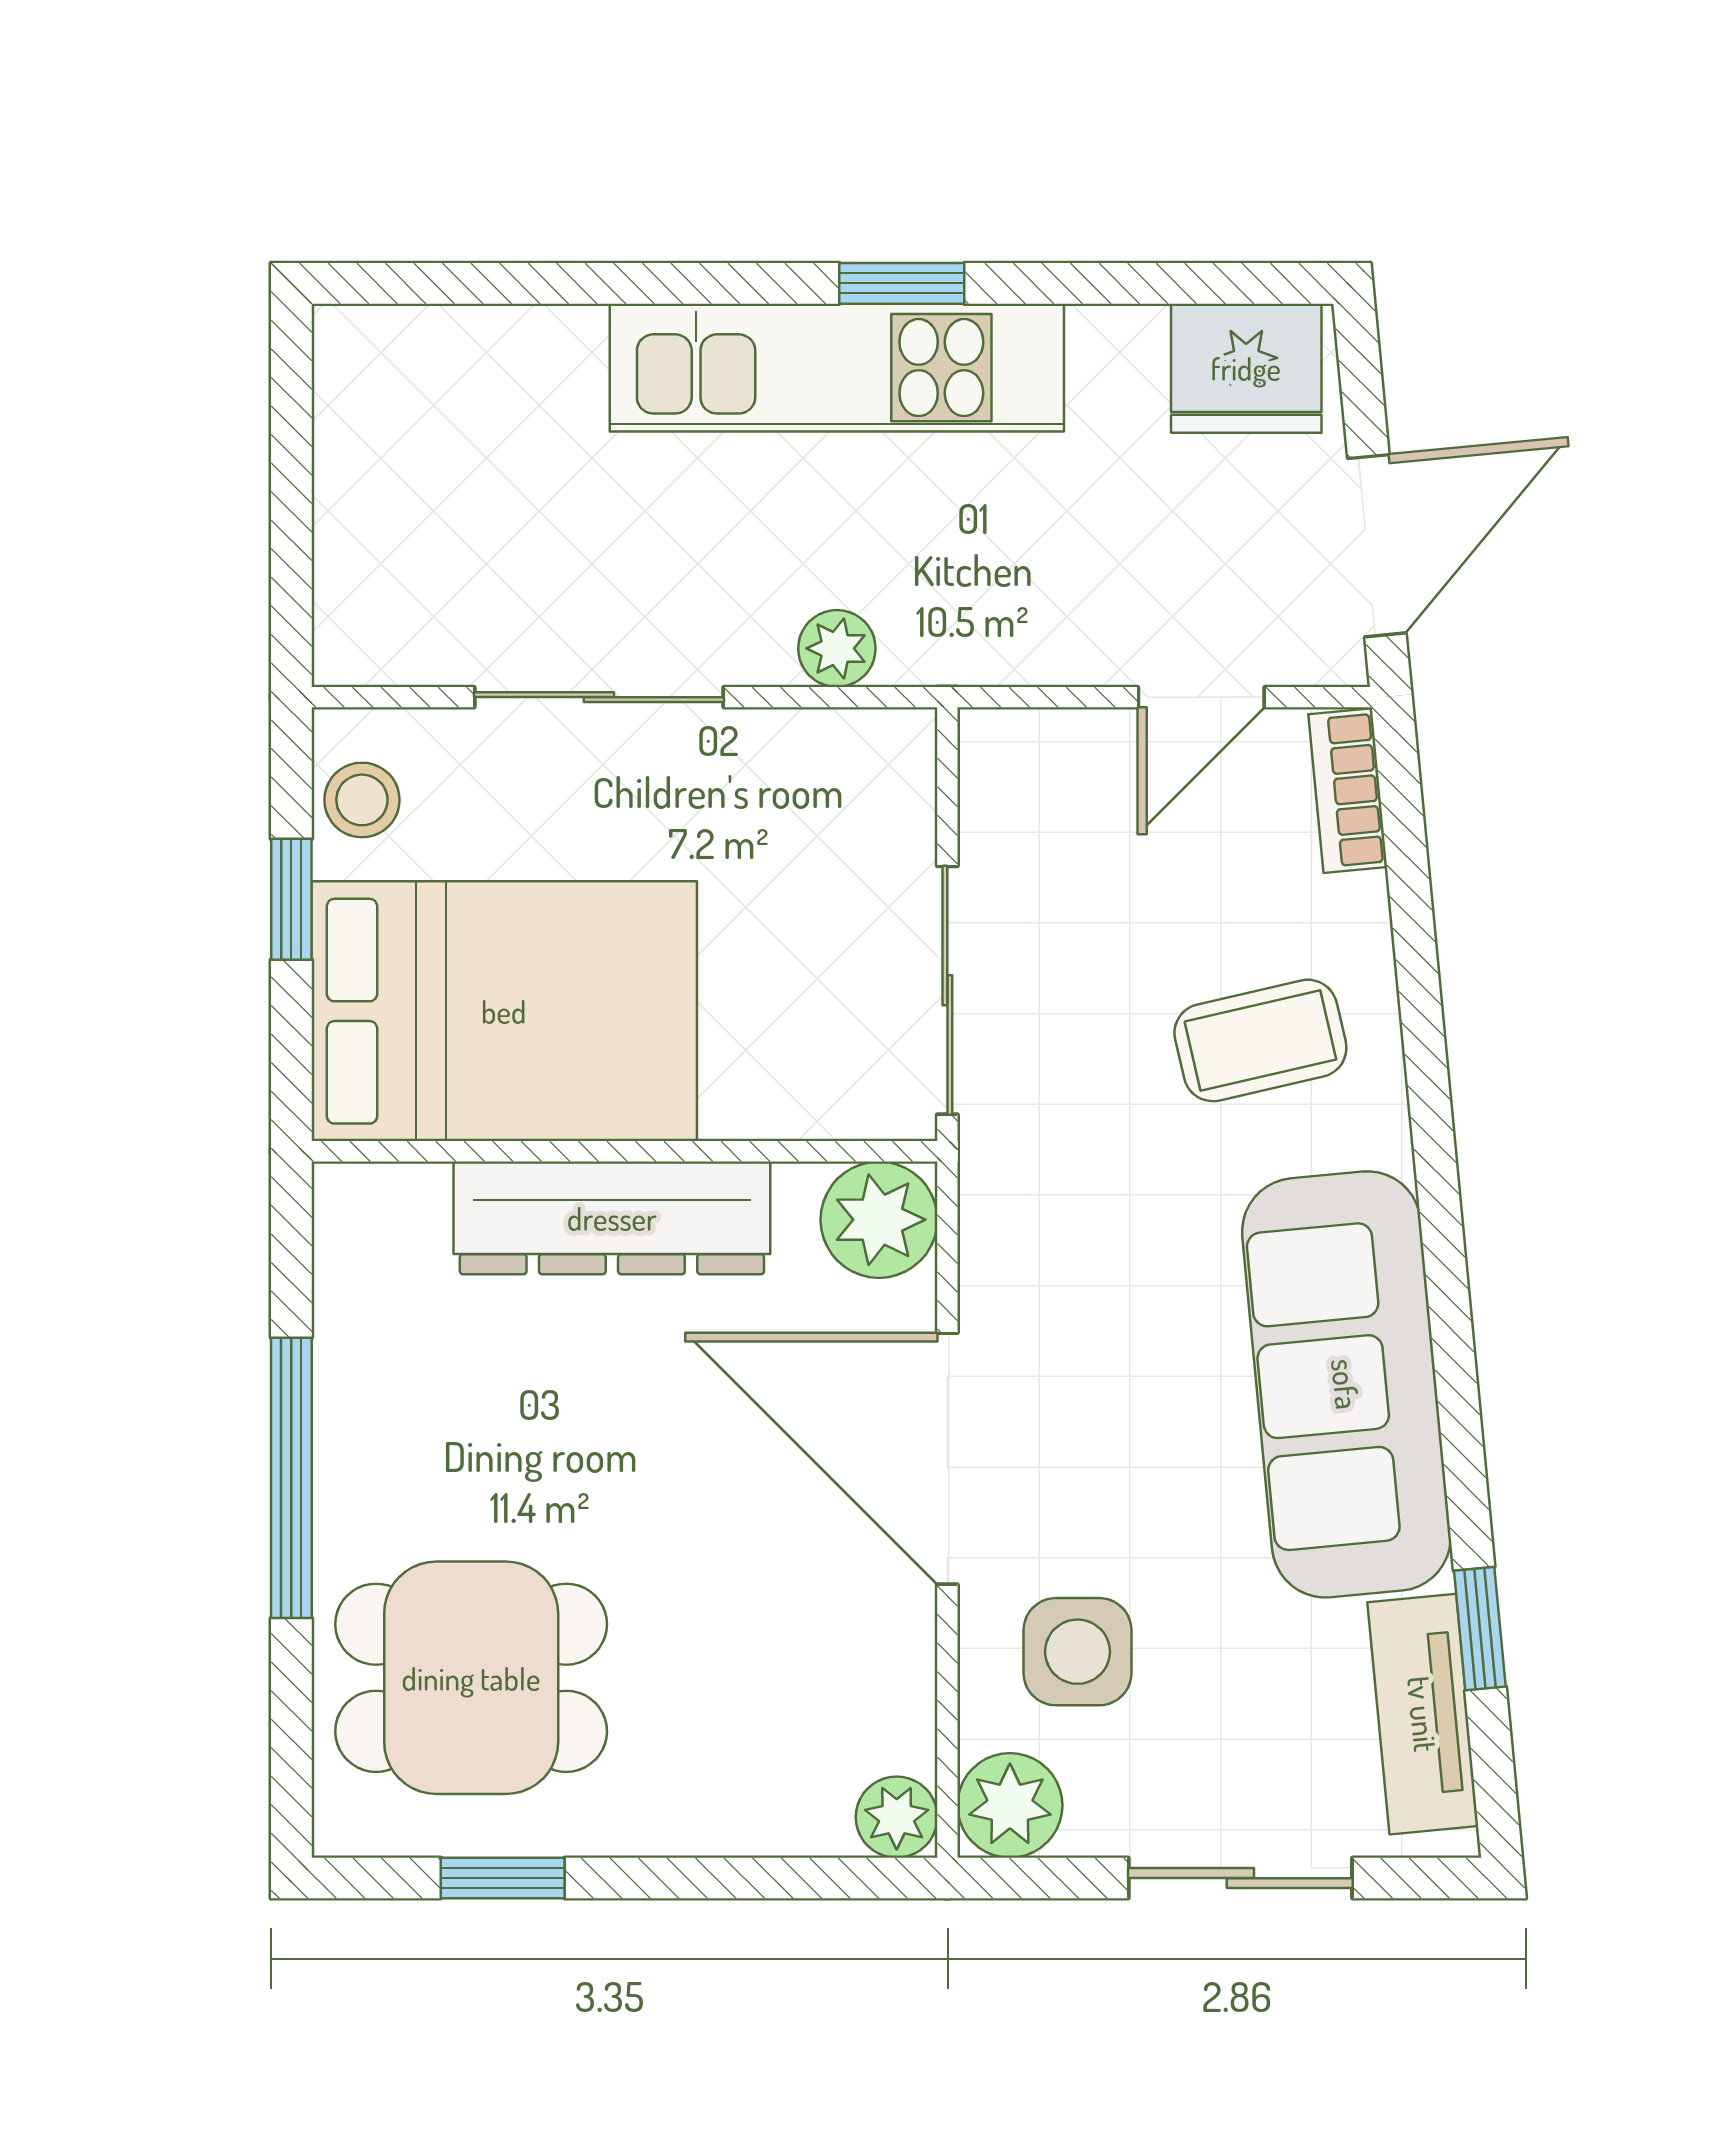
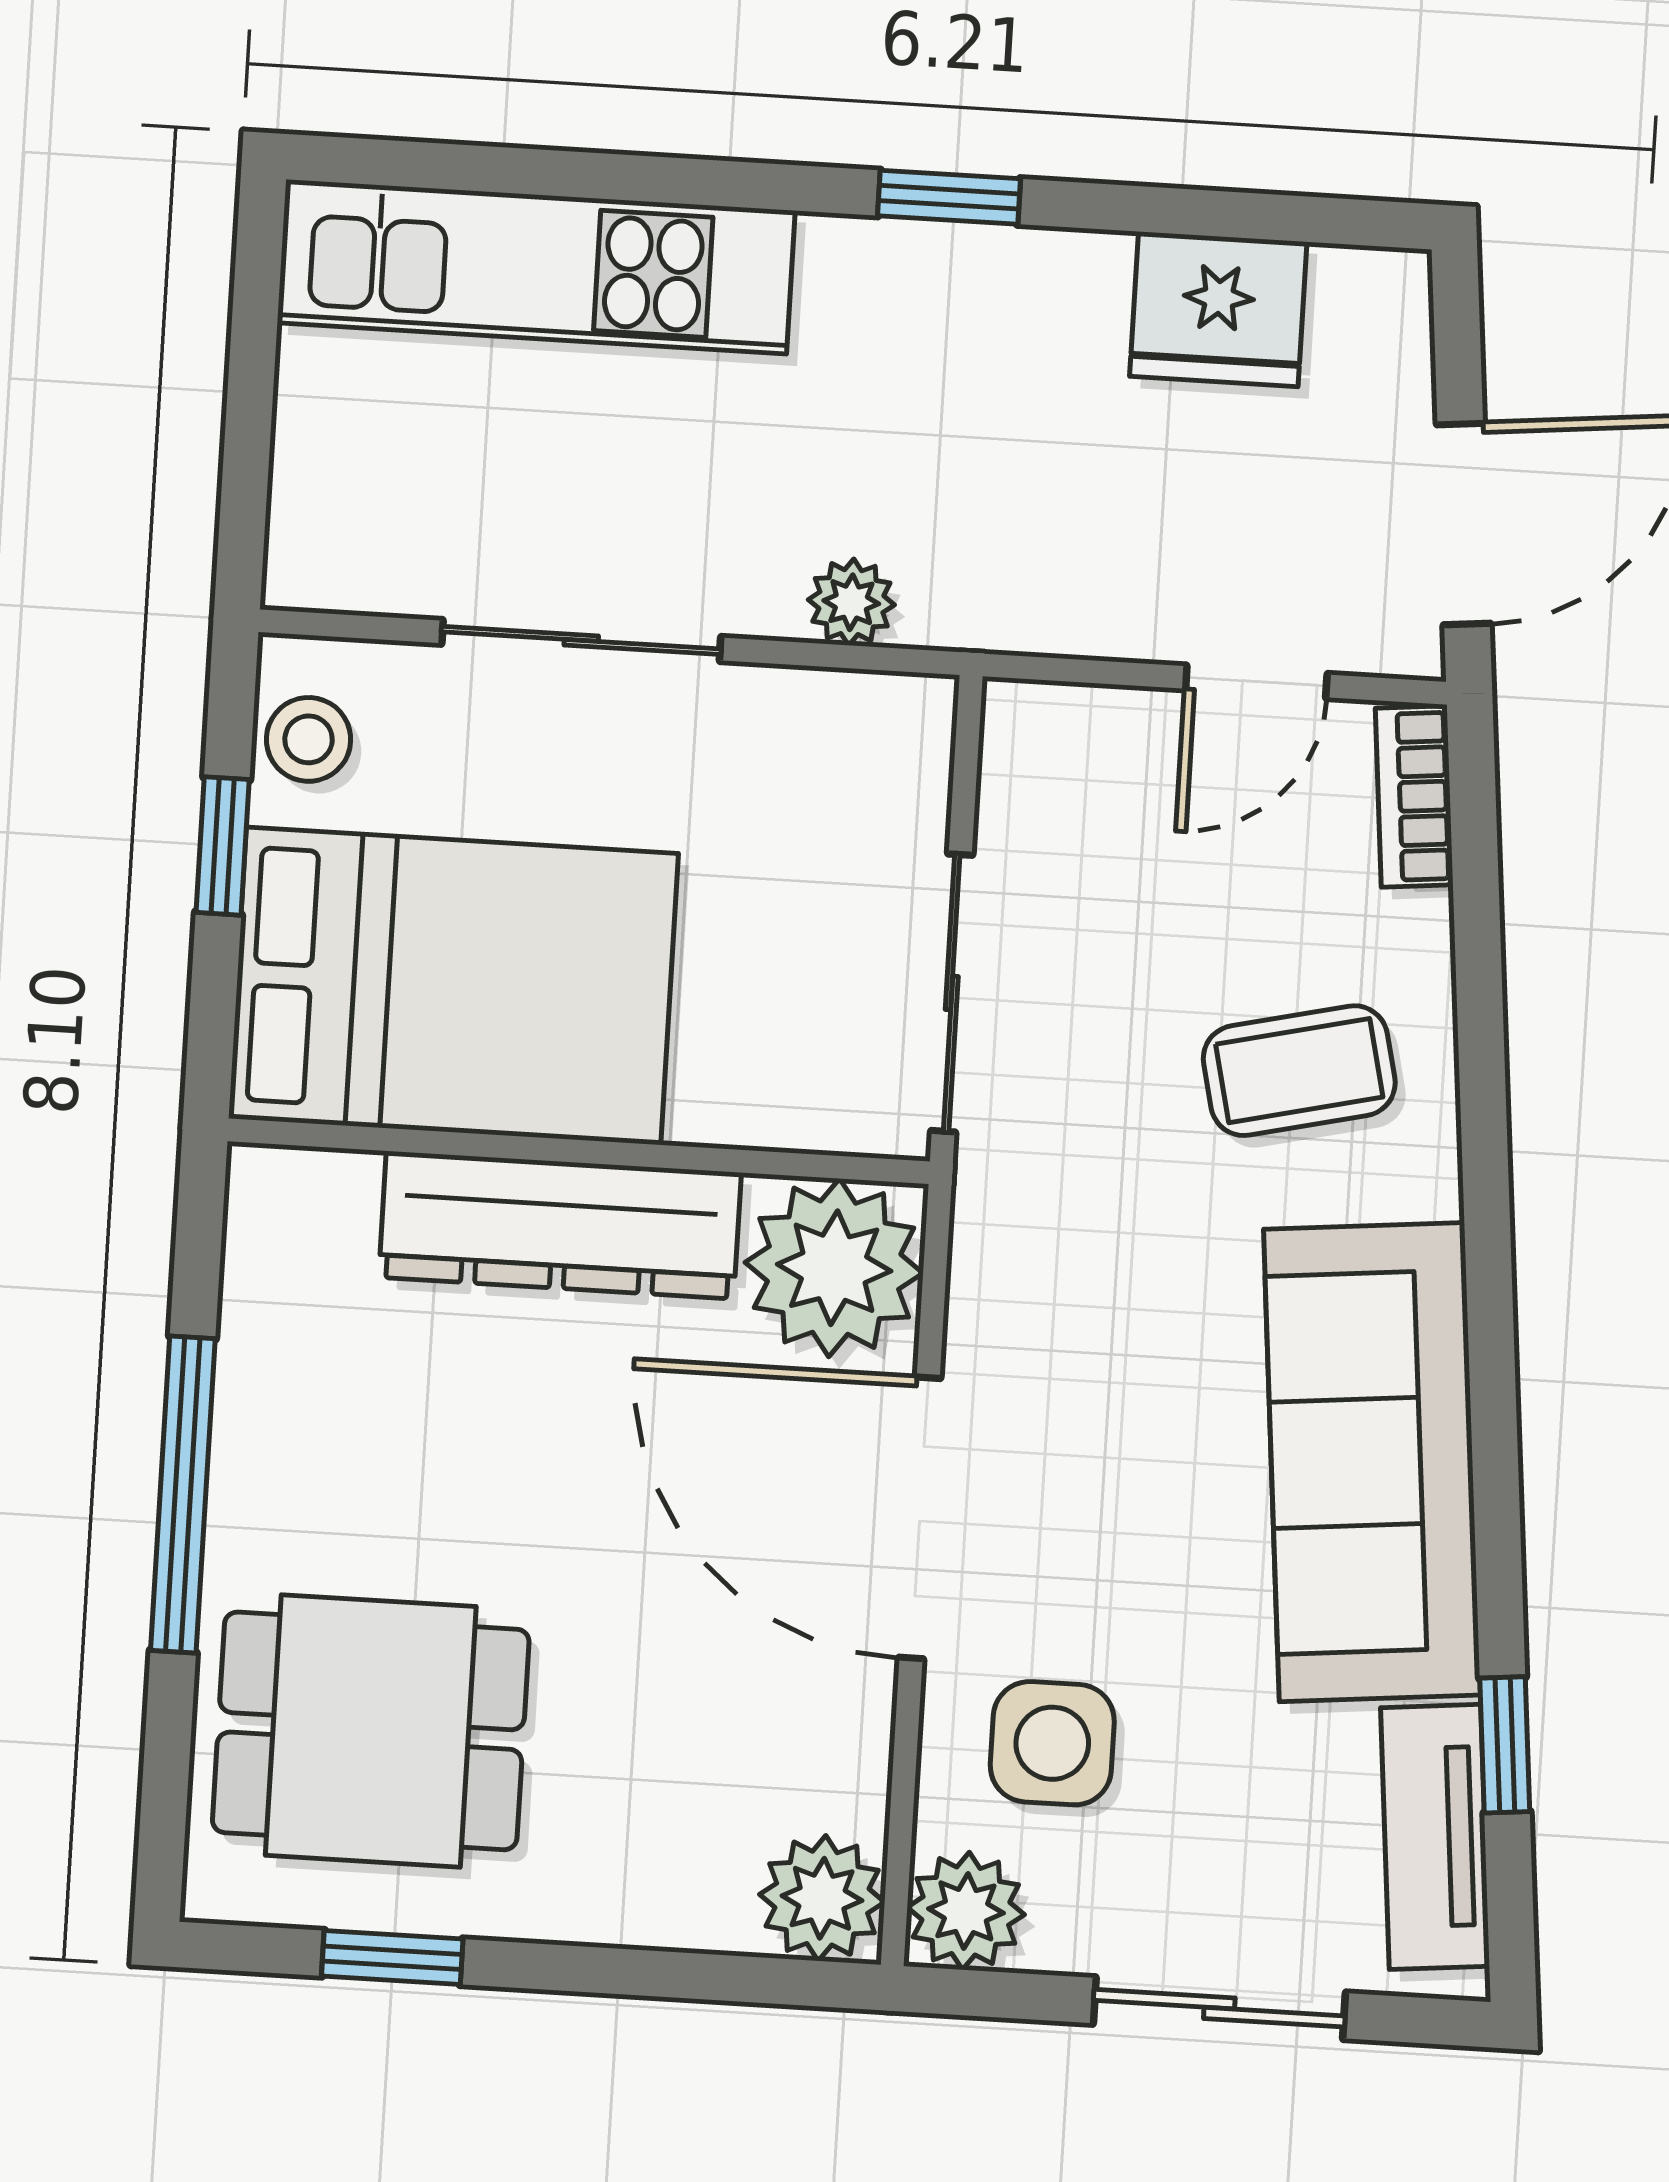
kitchen unit: (837, 368) -> (536, 267), moved
fridge: (1246, 368) -> (1218, 309), moved
plant: (879, 1220) -> (834, 1268), width x1.36, depth x1.36
plant: (897, 1817) -> (822, 1898), width x1.38, depth x1.38

